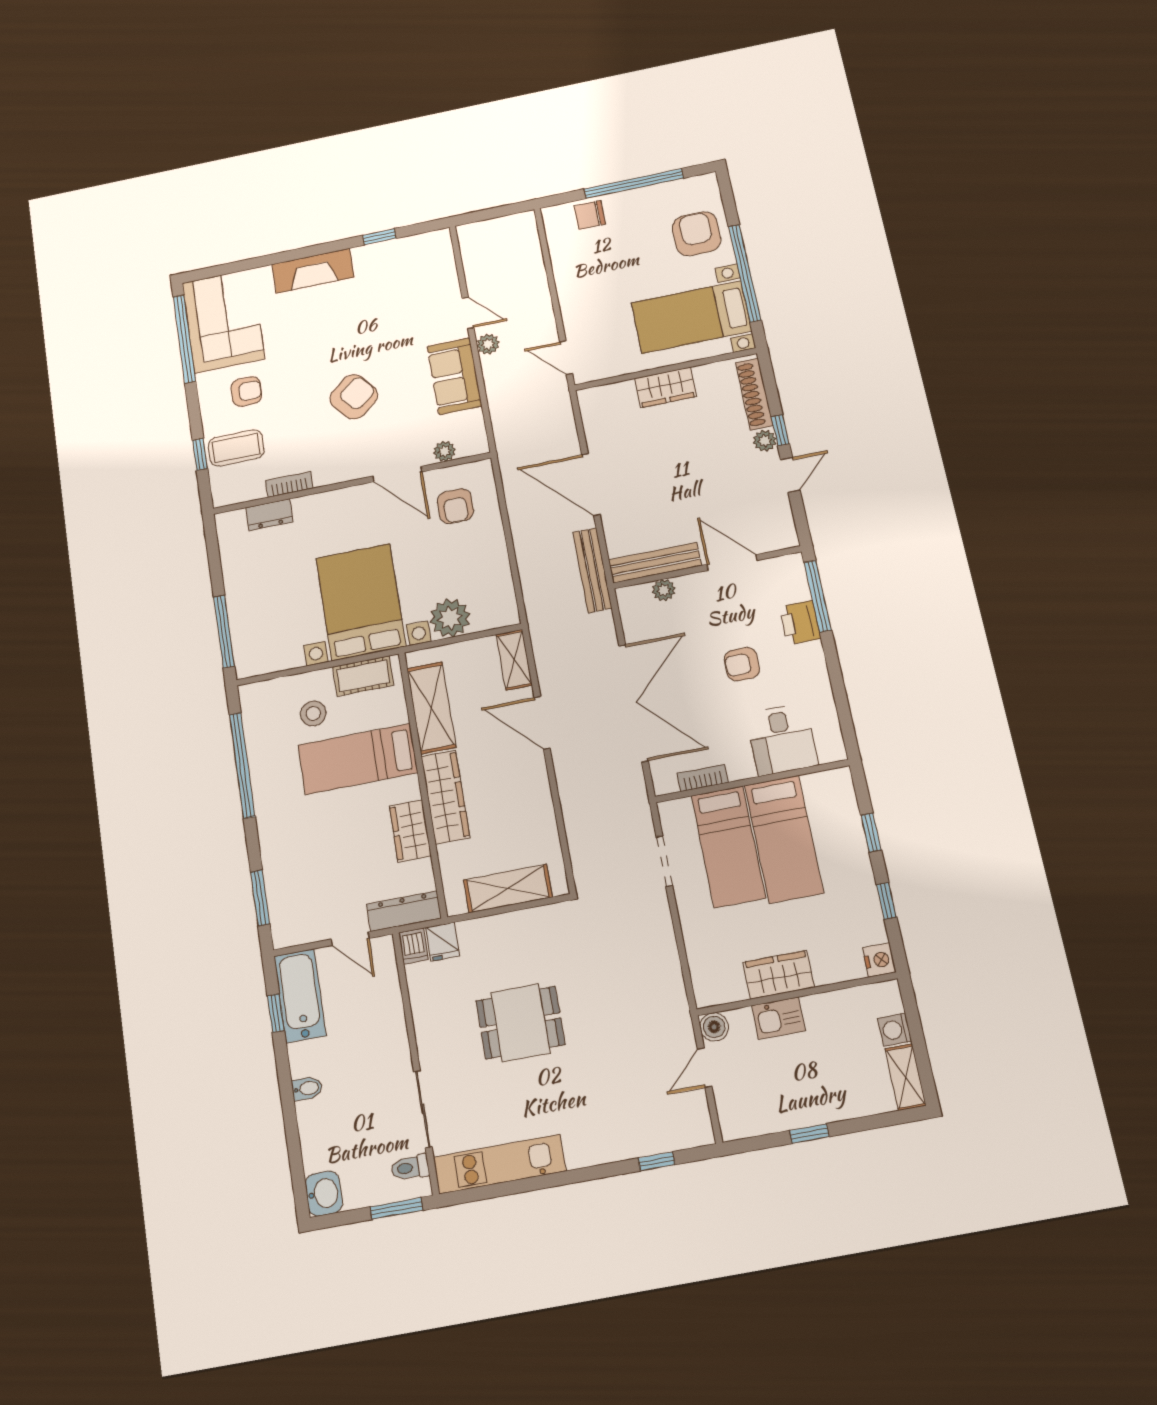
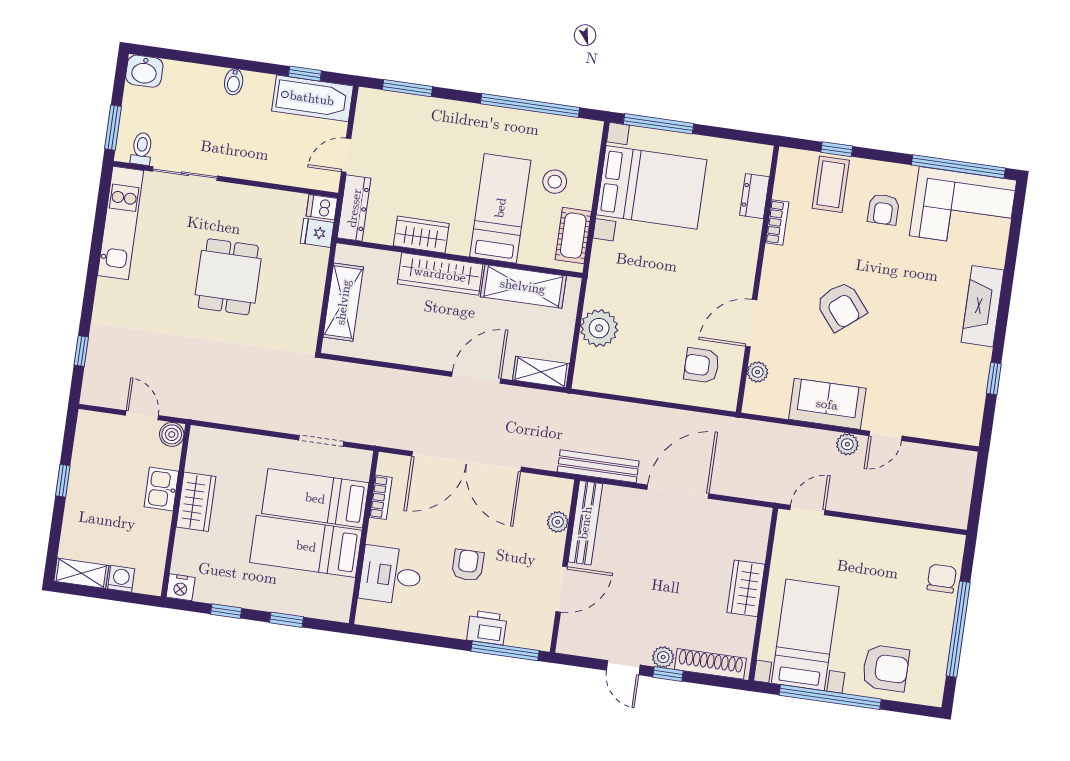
bed with nightstands: (361, 602) -> (652, 187), moved

